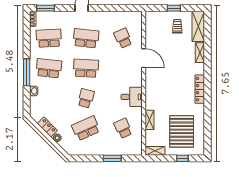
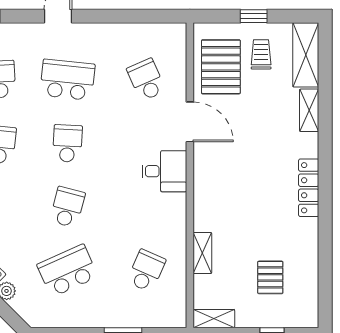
pallet: (158, 32) -> (221, 67), added
school desk: (86, 68) -> (67, 143), width x0.54
desk: (132, 97) -> (164, 171), moved
school desk: (123, 128) -> (146, 271), turned 48
pallet: (182, 131) -> (270, 277), width x0.49, depth x0.50

